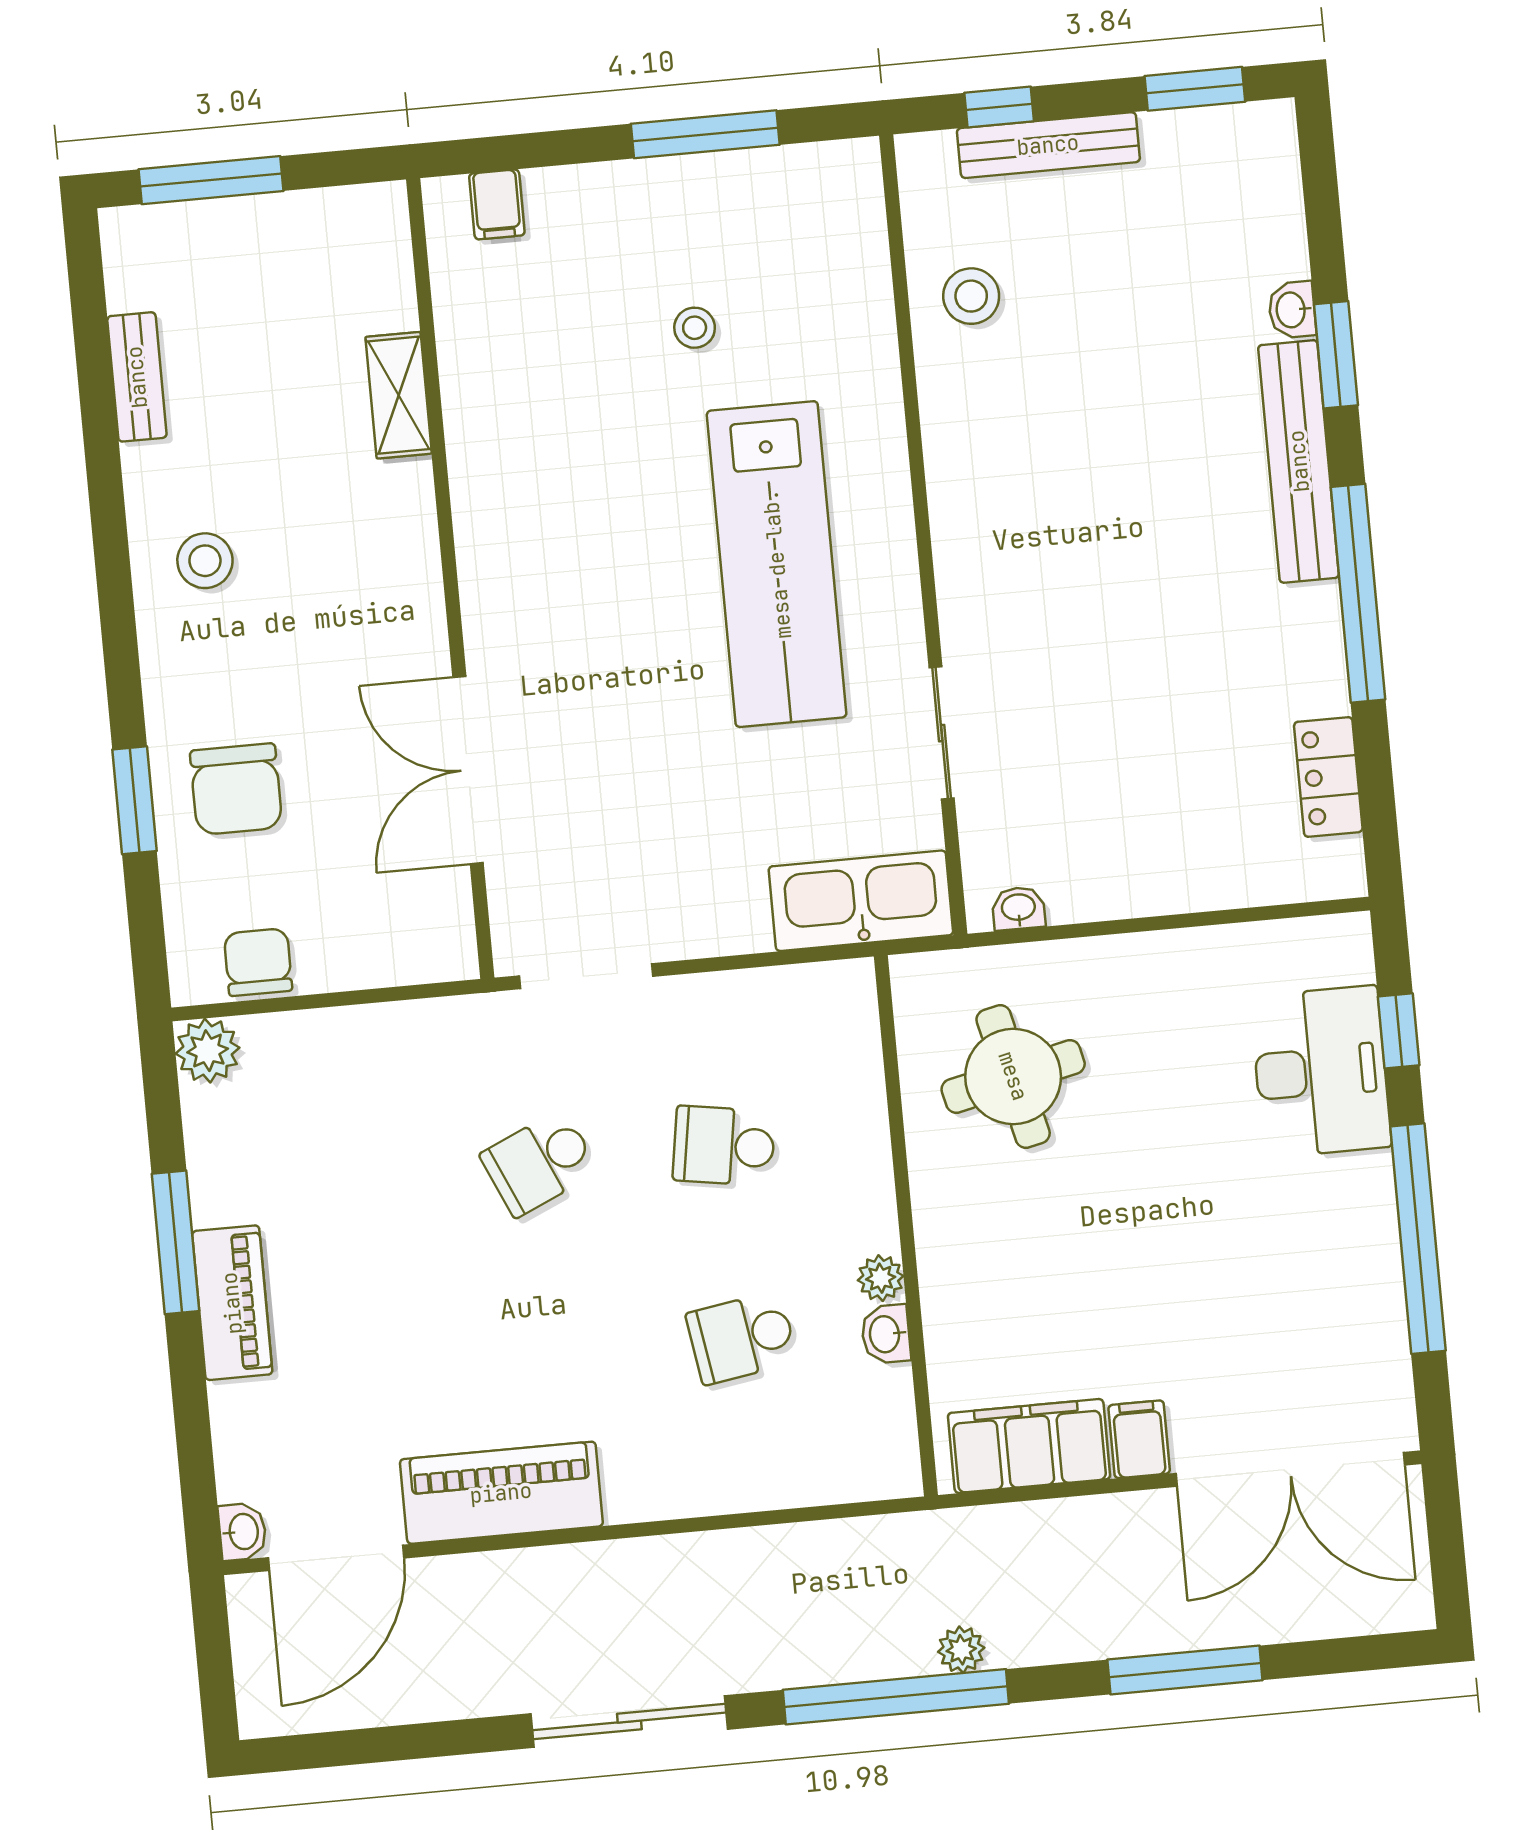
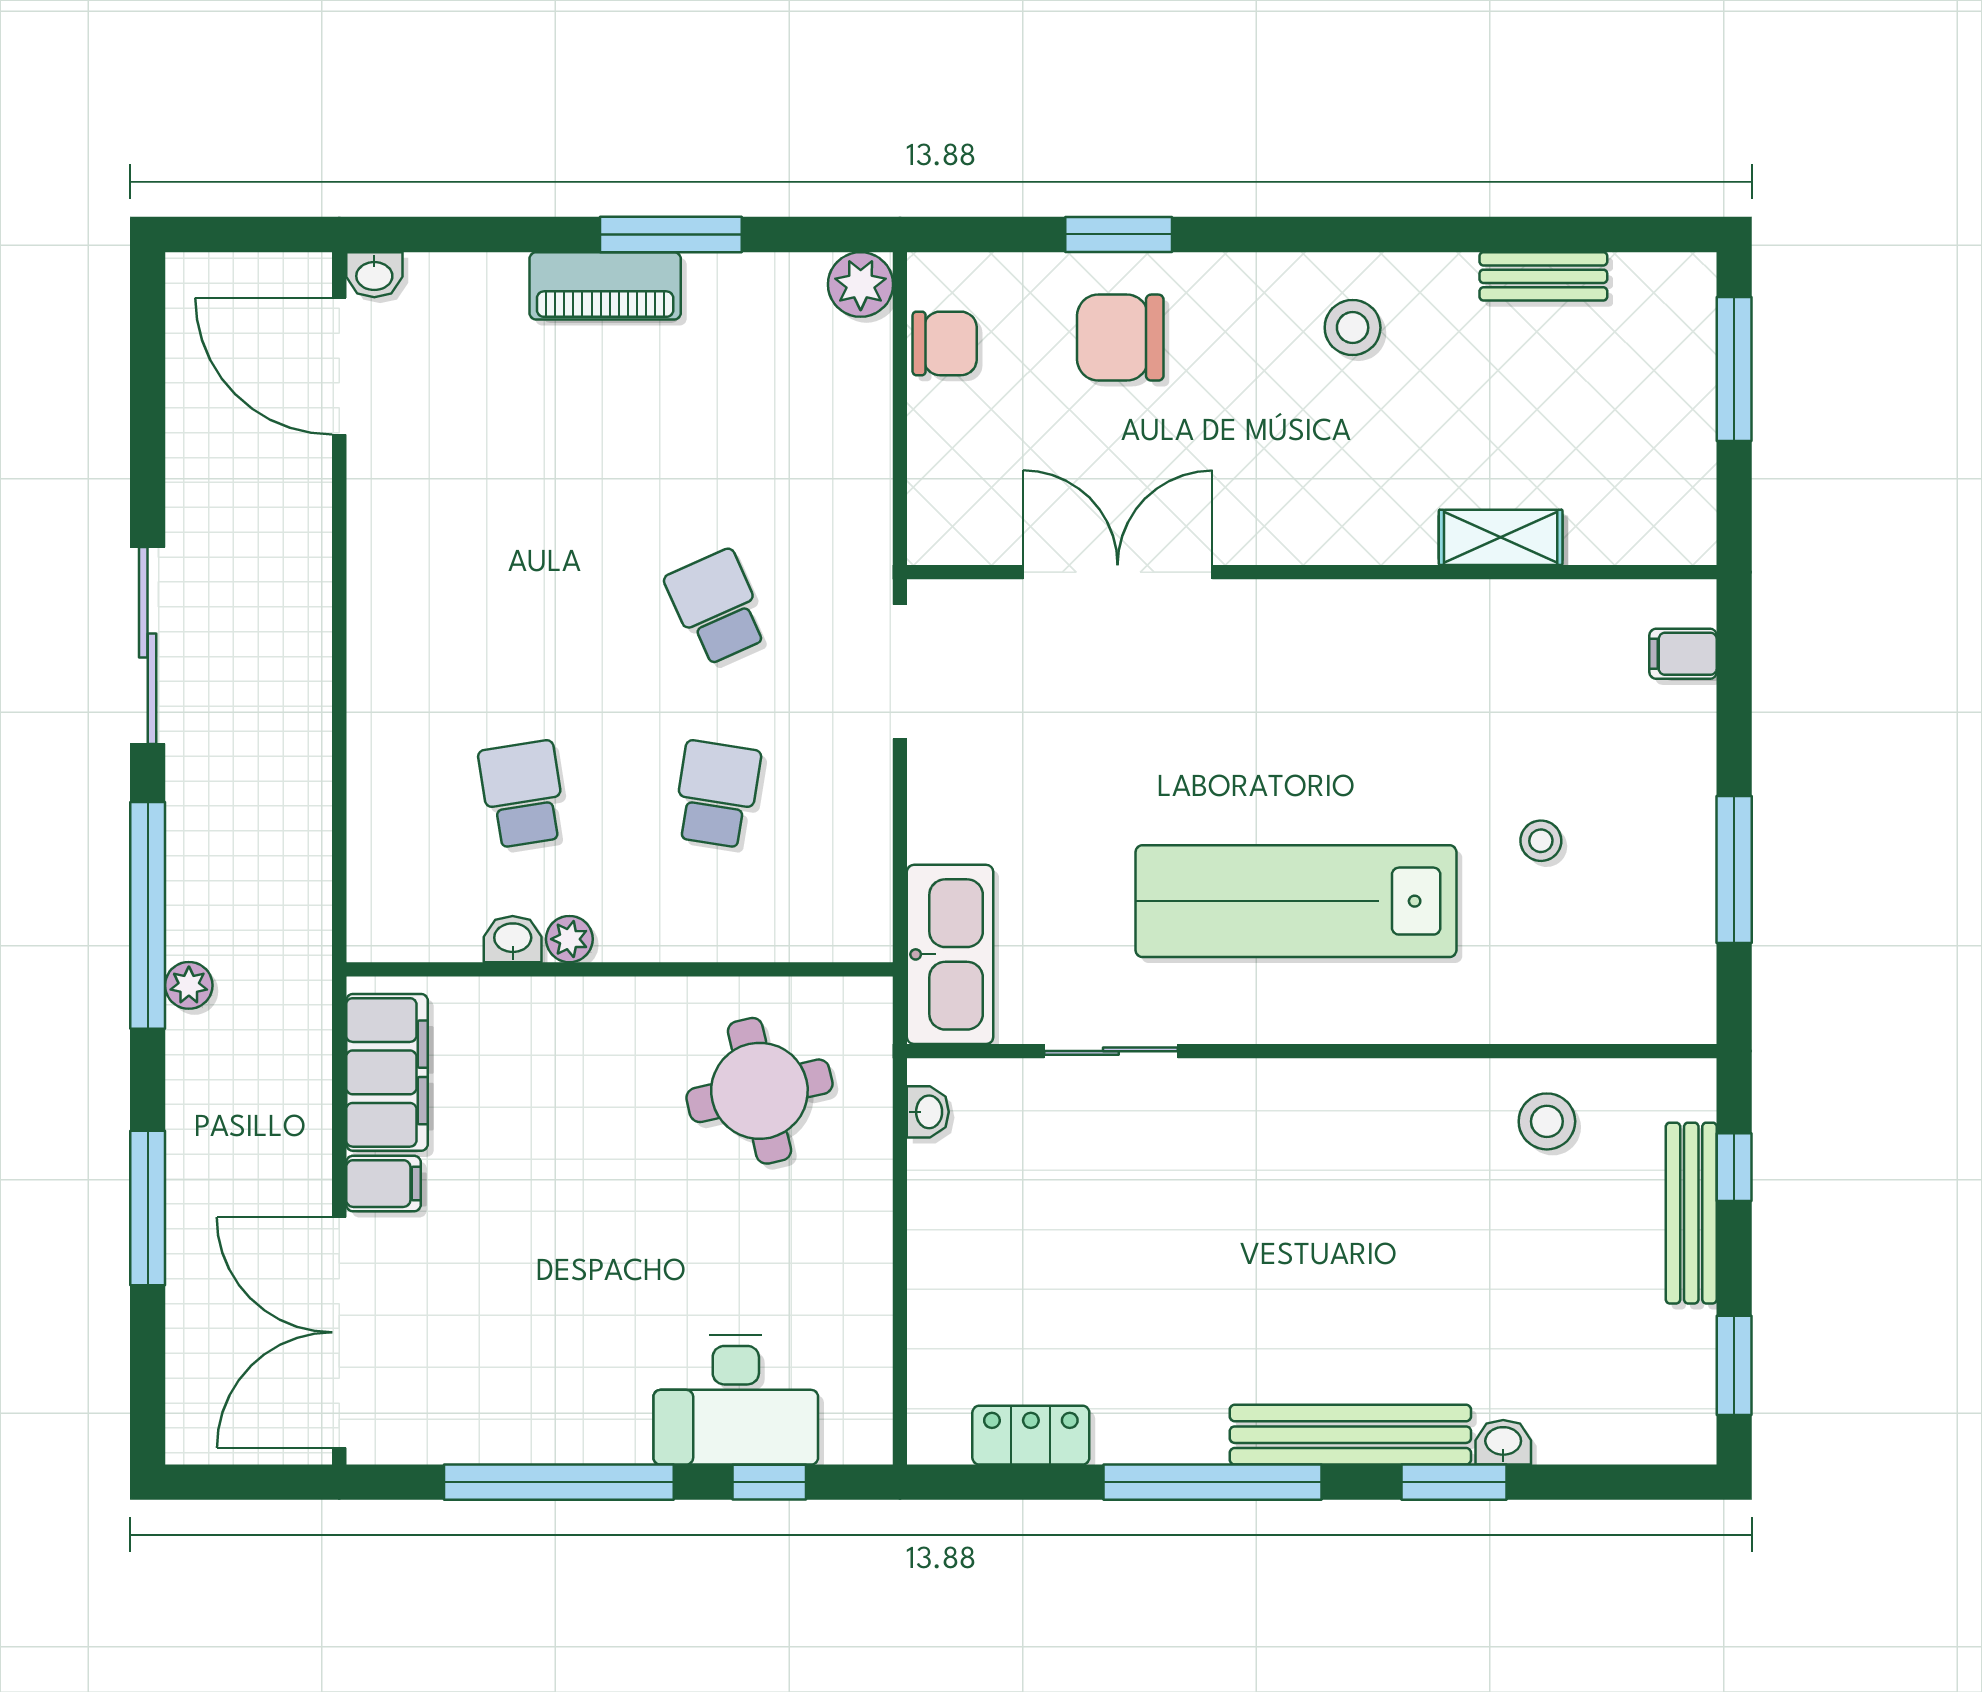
piano: (501, 1493) -> (389, 538), removed

